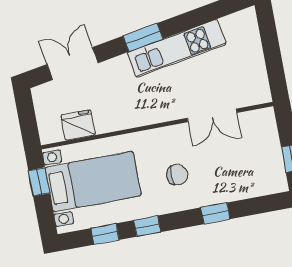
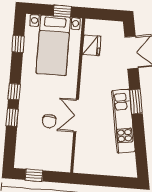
double door: (212, 115) -> (76, 116), moved
chair: (177, 175) -> (49, 121), moved
window: (147, 226) -> (14, 92), moved

